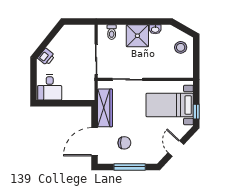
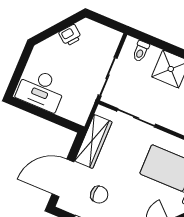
printer: (46, 57) -> (70, 35), moved
desk: (50, 87) -> (41, 90), width x1.37

